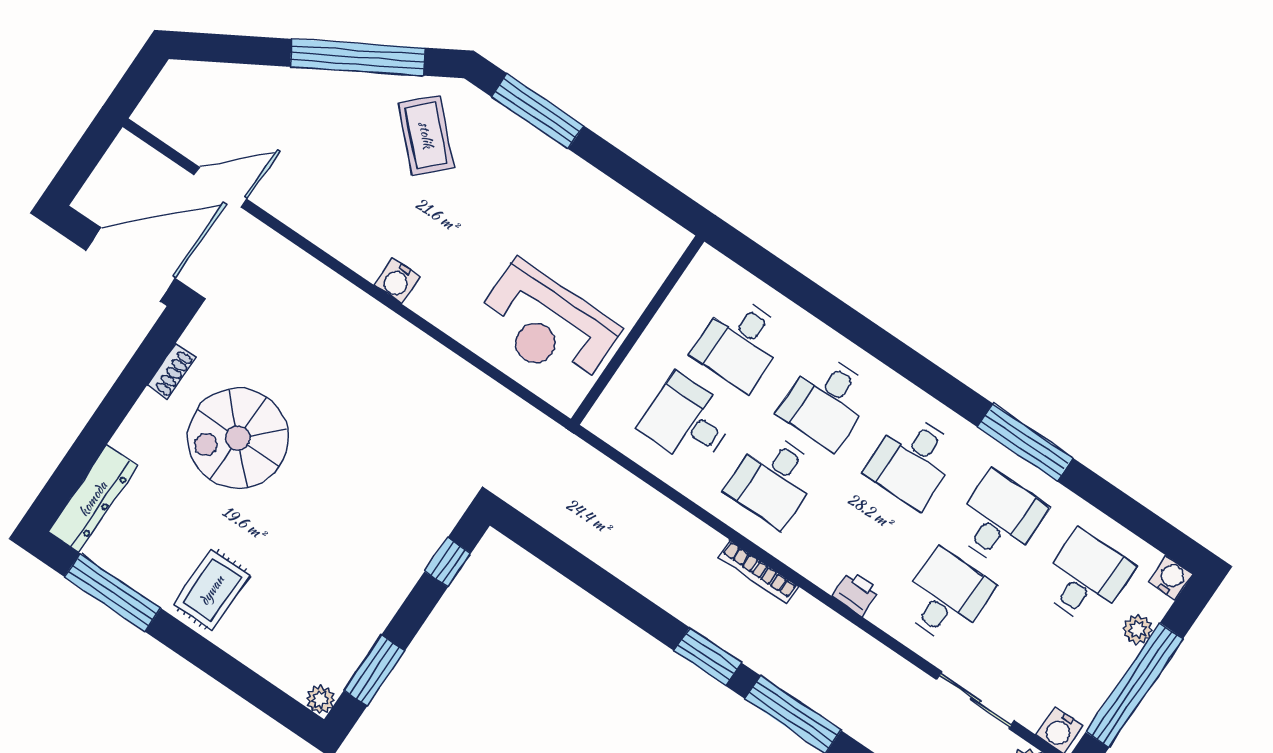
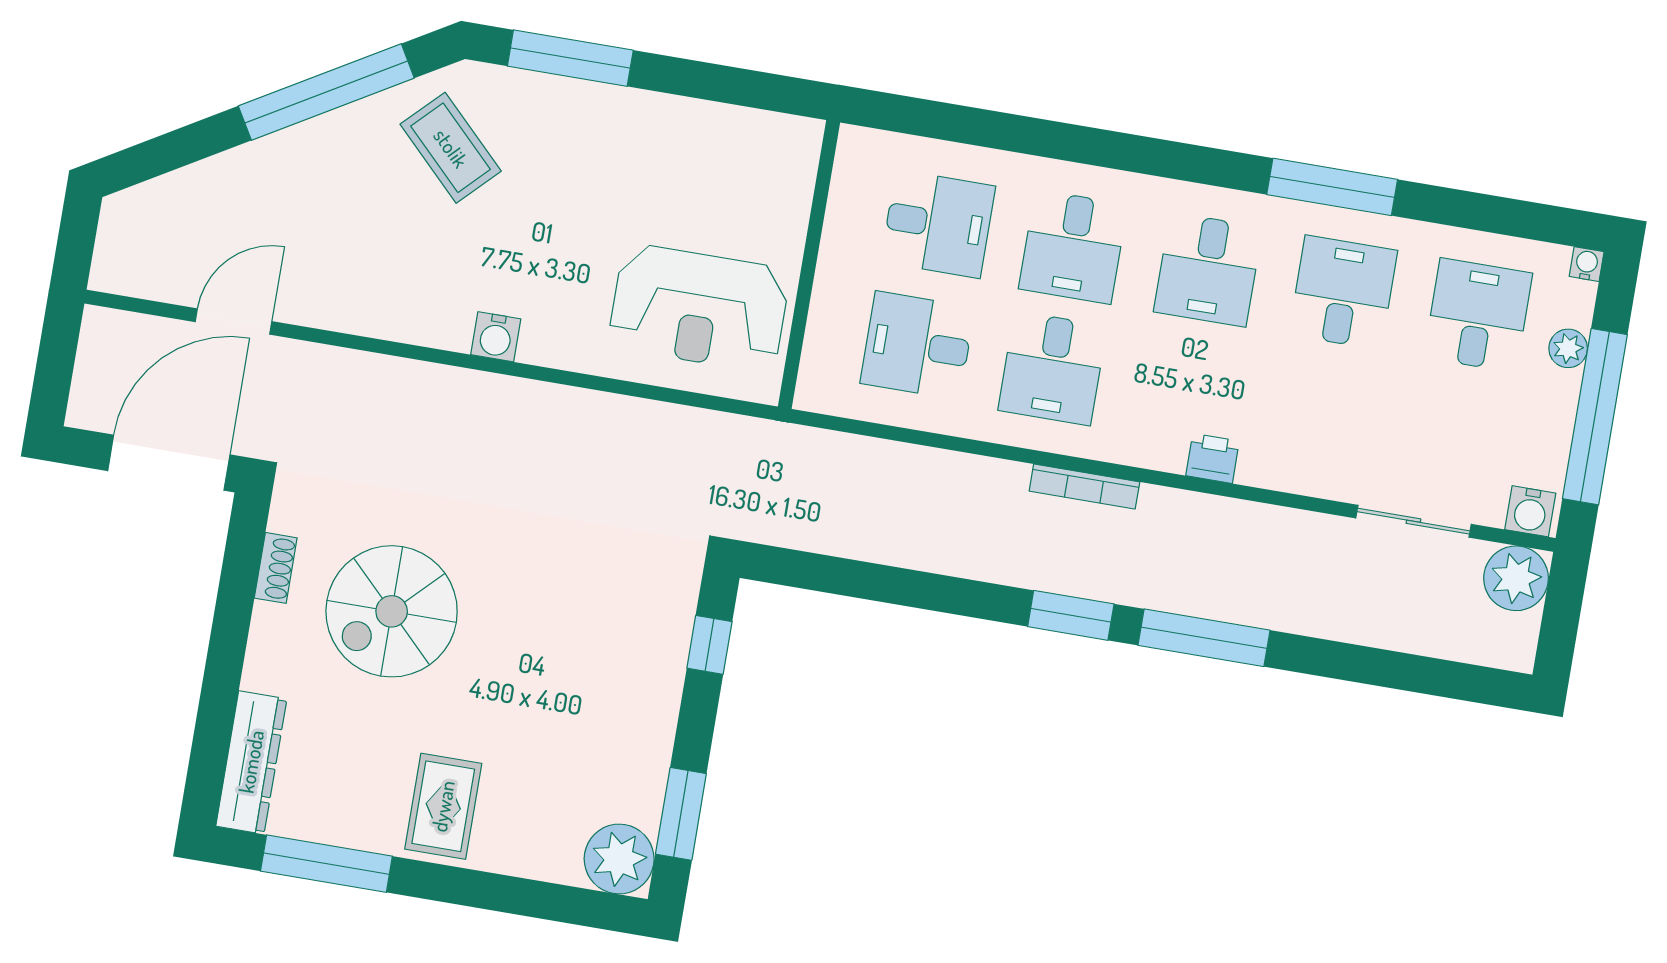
desk: (740, 343) -> (938, 224), turned -90
water cooler: (1171, 578) -> (1587, 264), width x0.72, depth x0.72
desk: (946, 597) -> (1322, 414), removed
plant: (320, 700) -> (619, 859), width x1.88, depth x1.88

